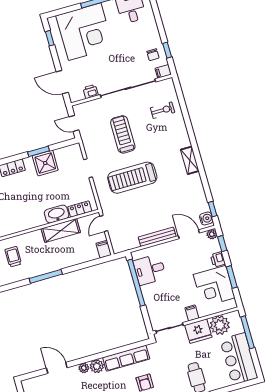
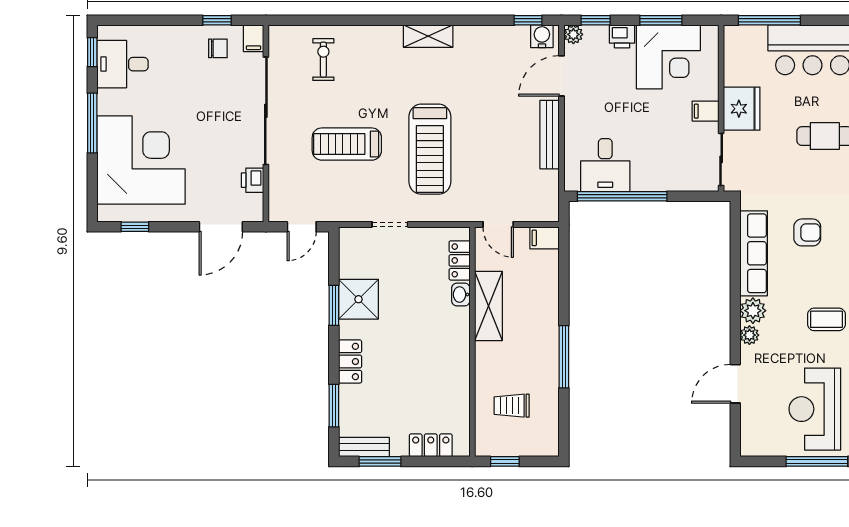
washbasin: (57, 214) -> (461, 294), width x0.52, depth x0.69
plant: (220, 325) -> (742, 67), removed

